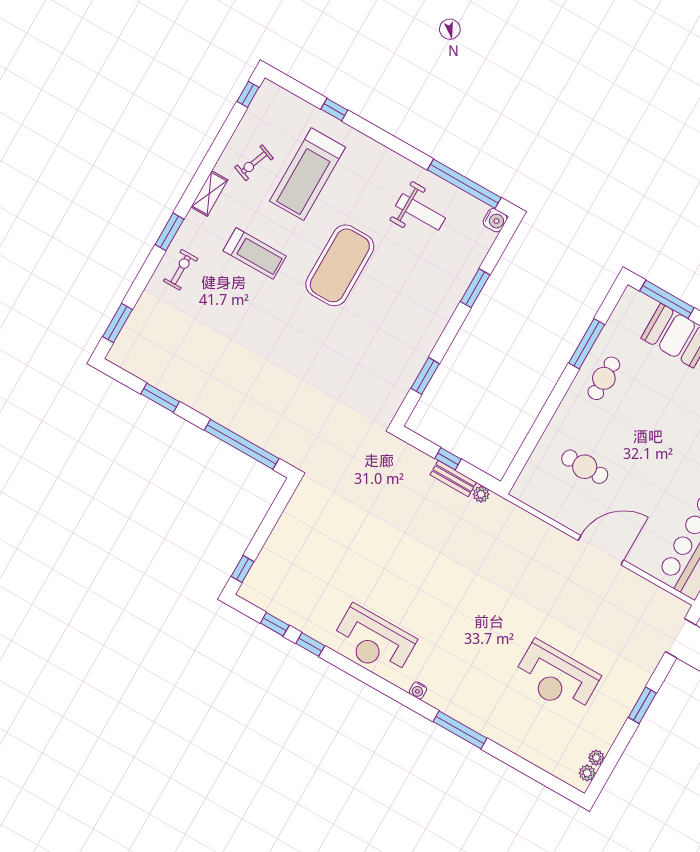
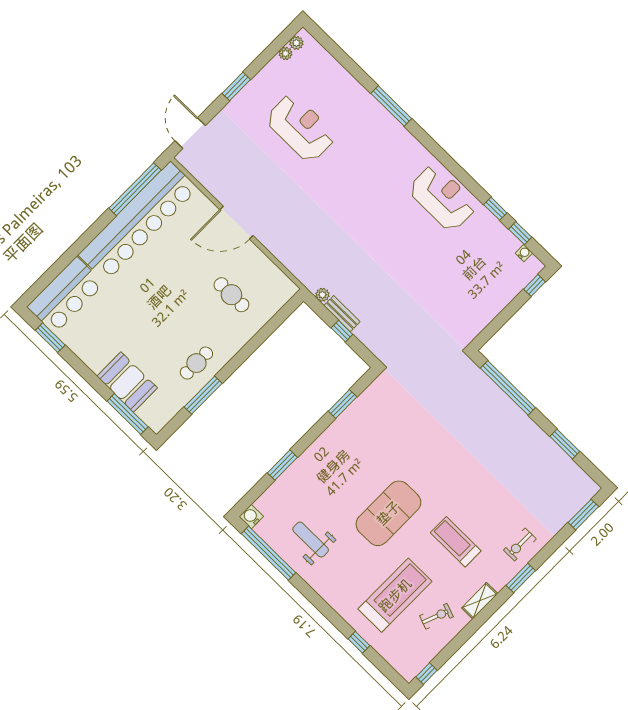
water cooler: (418, 690) -> (524, 253), moved

